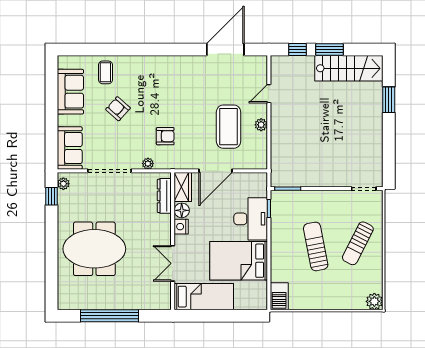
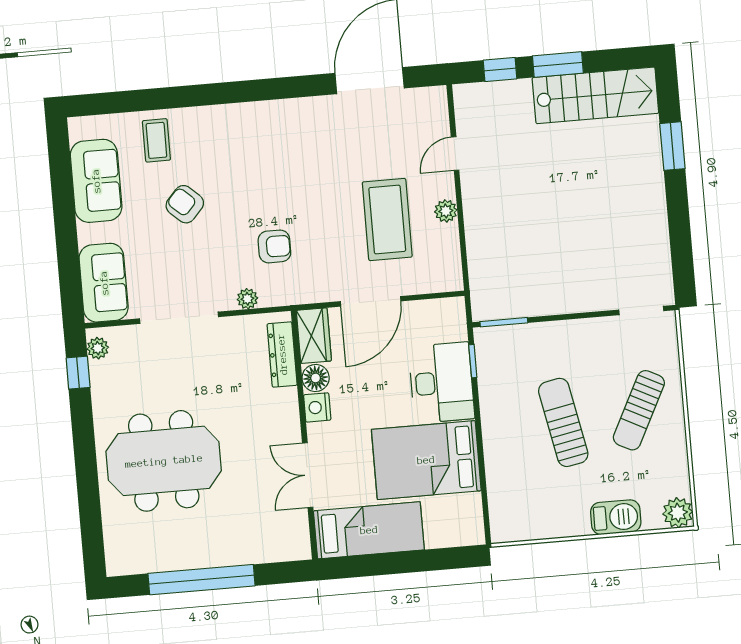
barbecue: (279, 296) -> (616, 517), moved, turned -90

